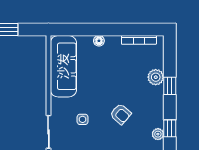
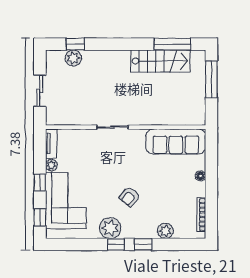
window: (170, 86) -> (143, 244), moved
side table: (83, 119) -> (124, 160), removed
plant: (158, 134) -> (110, 228), width x1.87, depth x1.87

